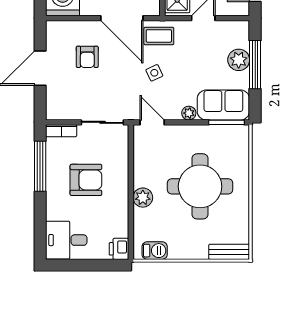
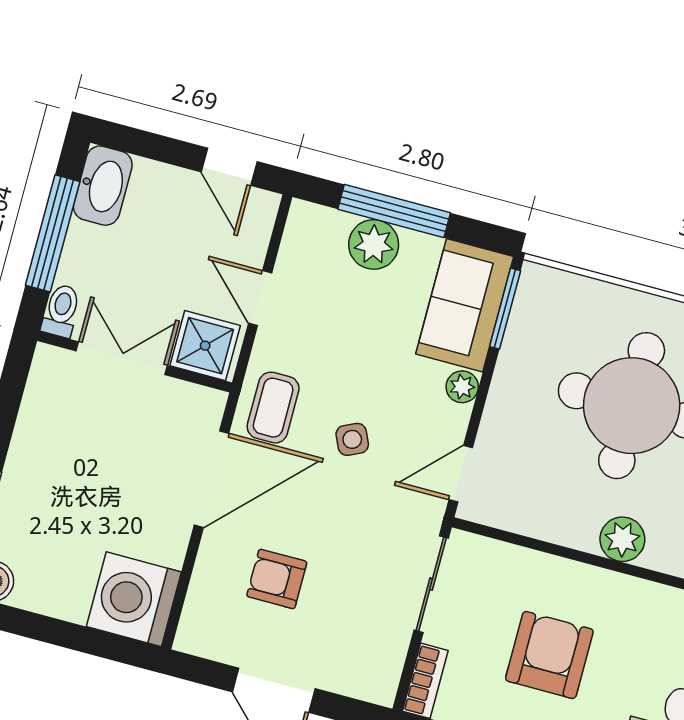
armchair: (87, 57) -> (277, 579), turned 180

